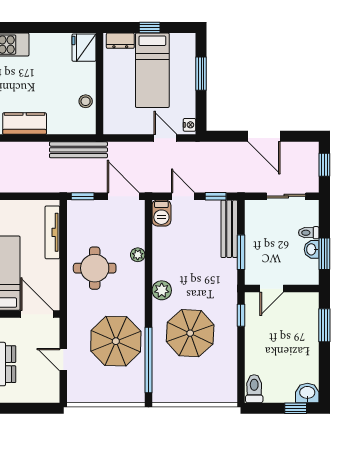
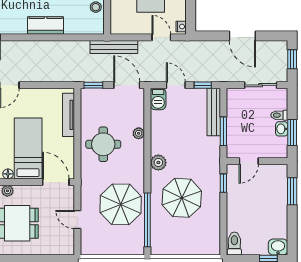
bench: (78, 150) -> (114, 47), moved

